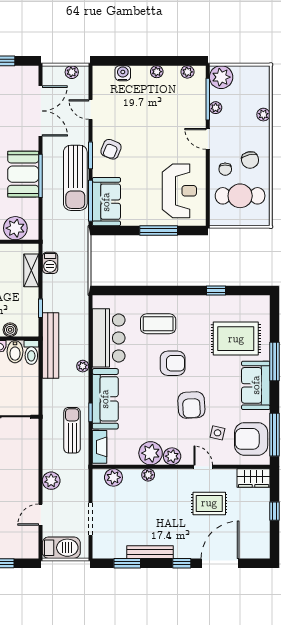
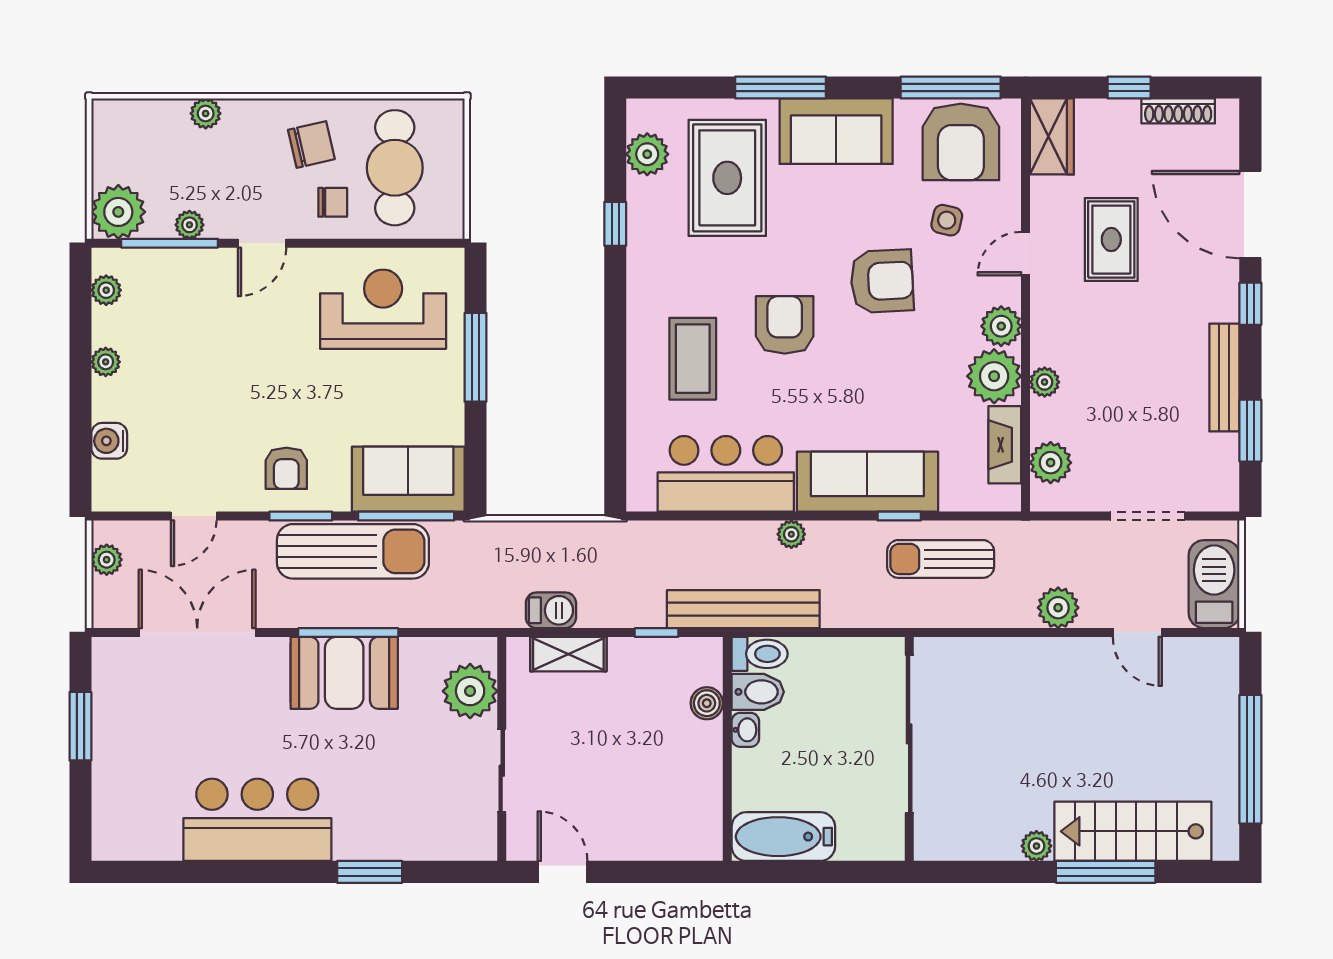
armchair: (111, 149) -> (286, 468), turned 68
plant: (246, 304) -> (647, 154), added
fireplace: (99, 447) -> (1005, 445), moved, turned -90
shoe rack: (264, 532) -> (1178, 111), added

